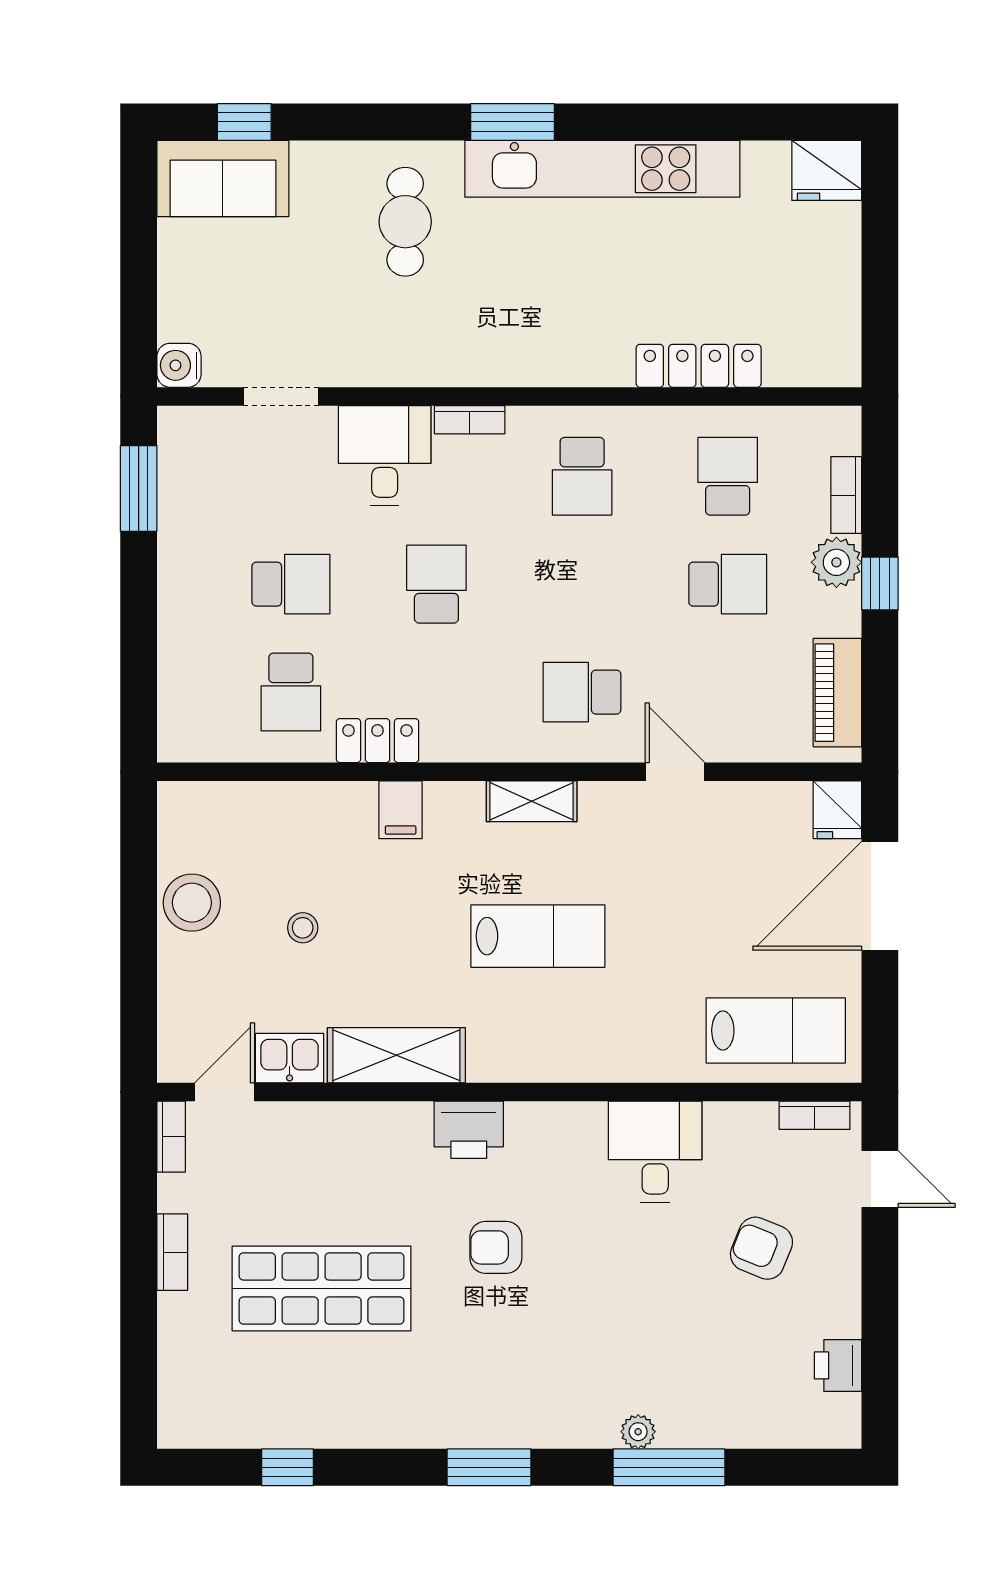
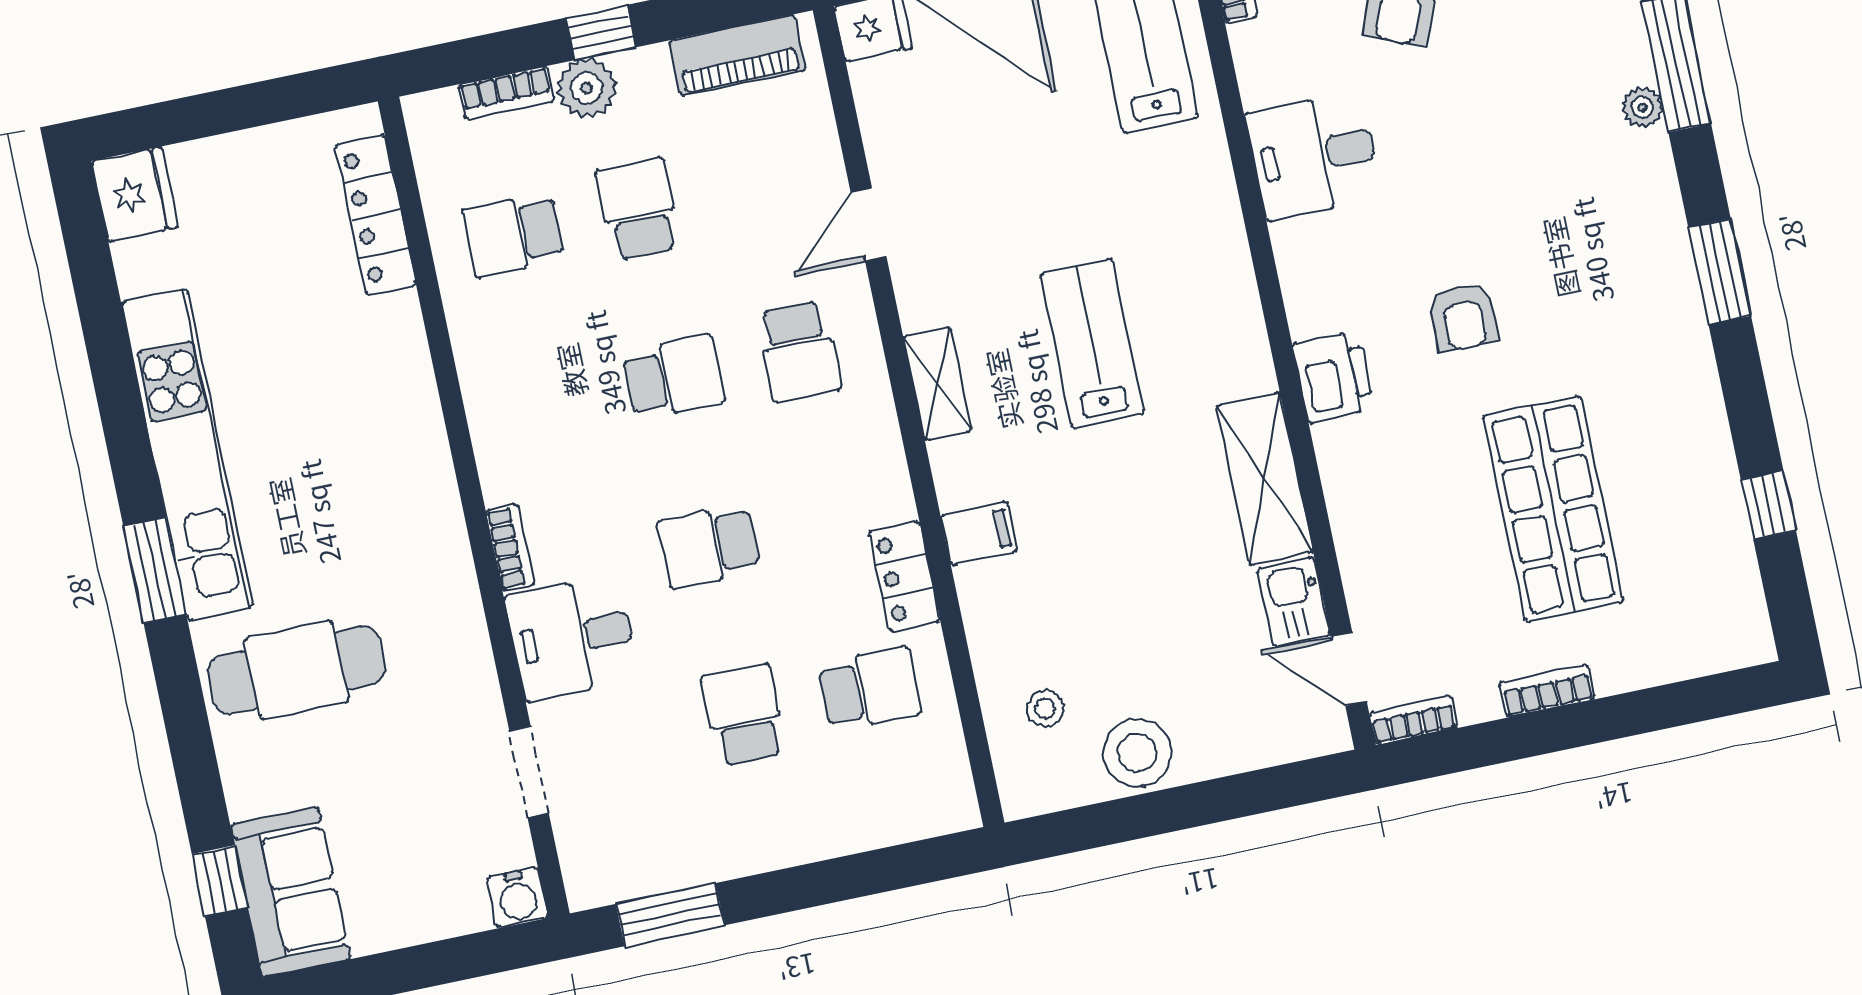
cafe table: (405, 222) -> (296, 670), width x1.37, depth x1.35
locker: (699, 366) -> (376, 215), moved
school desk: (582, 476) -> (674, 378), moved
stool: (303, 928) -> (1045, 709), moved

